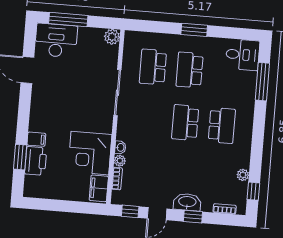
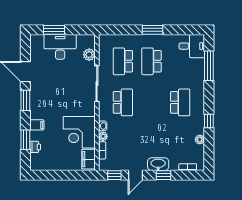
window: (68, 20) -> (54, 30), width x0.69
plant: (112, 37) -> (89, 55), moved
desk: (56, 40) -> (60, 47), moved
window: (24, 107) -> (25, 100), added
school desk: (185, 123) -> (123, 102), moved, turned 180
printer: (36, 161) -> (35, 147), width x0.53, depth x0.68
window: (253, 191) -> (209, 121), moved

